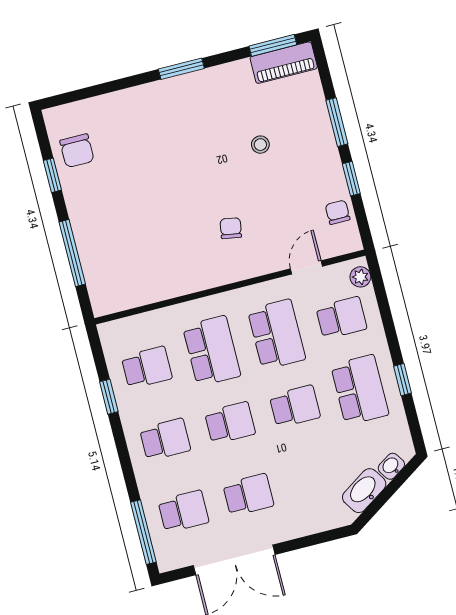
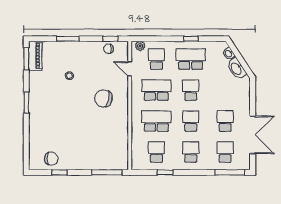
window: (351, 179) -> (110, 39), moved
chair: (231, 228) -> (103, 98), width x1.87, depth x1.87
window: (72, 253) -> (107, 172), moved

